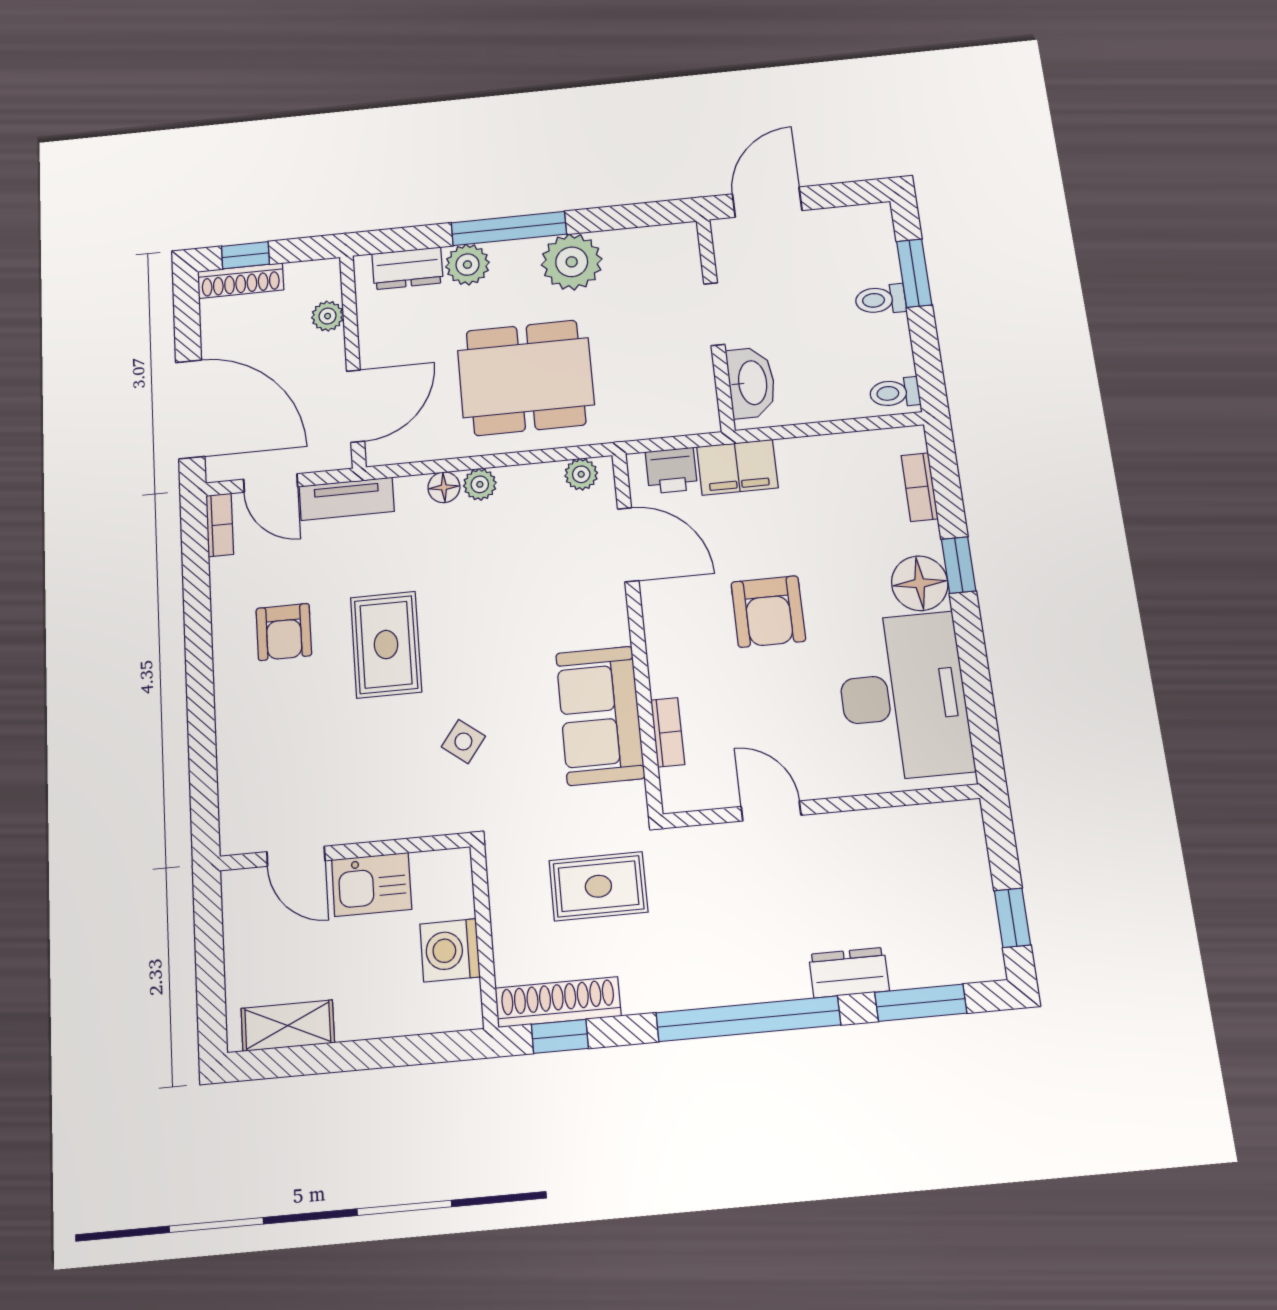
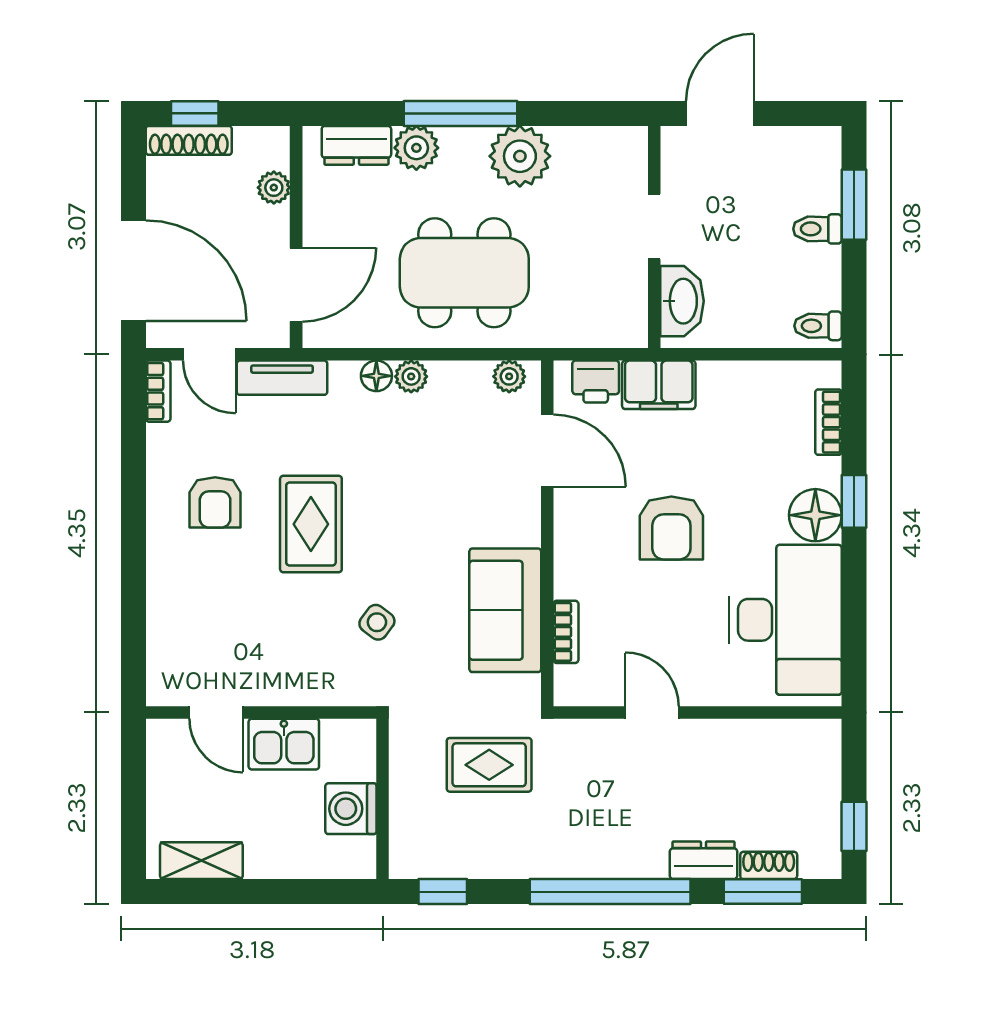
shoe rack: (558, 1002) -> (769, 865), moved, width x0.51, depth x0.81

